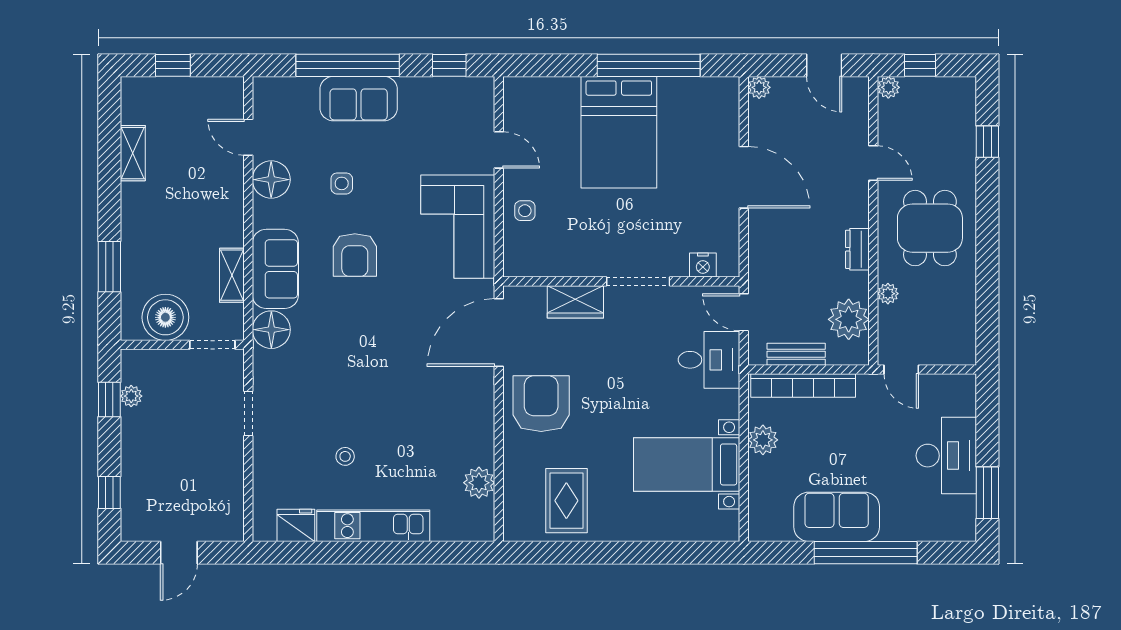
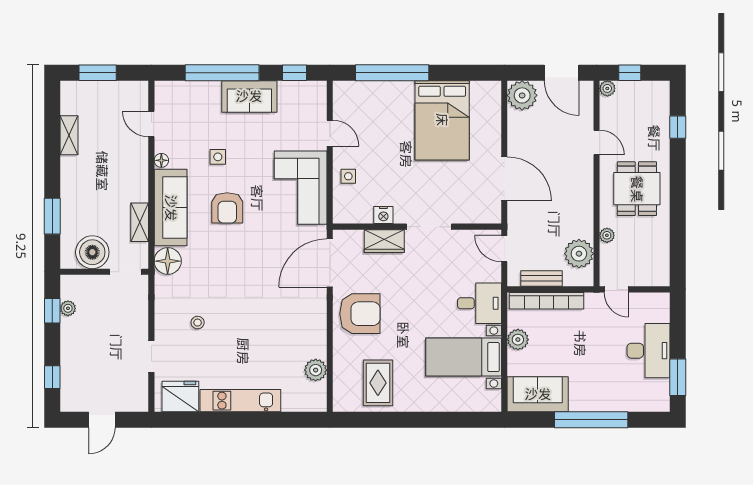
window: (173, 65) -> (98, 73), width x1.50
window: (649, 65) -> (392, 73), moved
door: (824, 65) -> (562, 73), width x1.38
plant: (759, 87) -> (522, 95), width x1.87, depth x1.87
sofa: (359, 99) -> (249, 96), moved
bed: (619, 132) -> (442, 120), moved
door: (744, 177) -> (504, 179), moved
floor lamp: (271, 180) -> (161, 160), width x0.53, depth x0.53
dresser: (857, 249) -> (585, 204), removed
nightstand: (703, 265) -> (383, 215), moved
sofa: (275, 269) -> (171, 208), width x1.36
desk: (709, 360) -> (479, 303), moved
armchair: (541, 404) -> (360, 314), turned 90
doorway: (248, 413) -> (151, 357), moved
stool: (345, 456) -> (198, 323), moved
sofa: (837, 517) -> (538, 394), moved
fridge: (296, 525) -> (180, 397), width x1.36, depth x1.34

